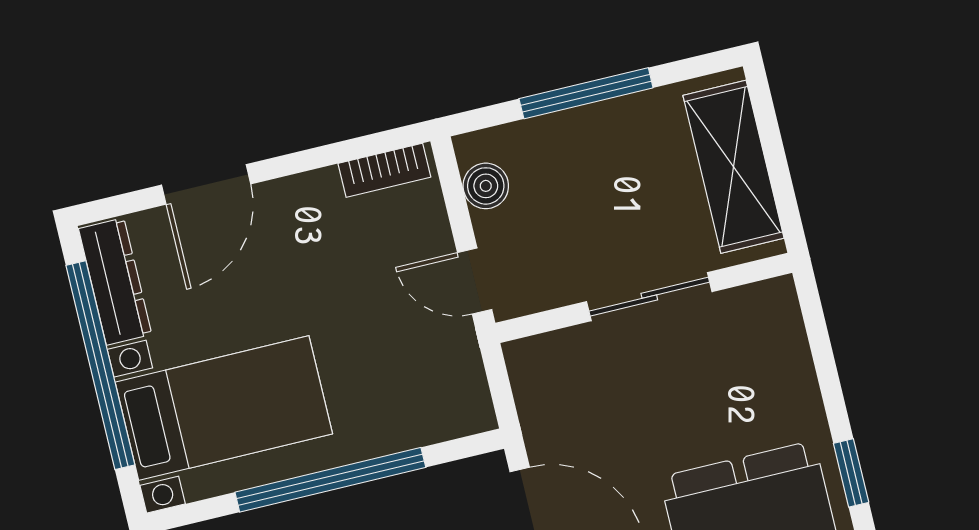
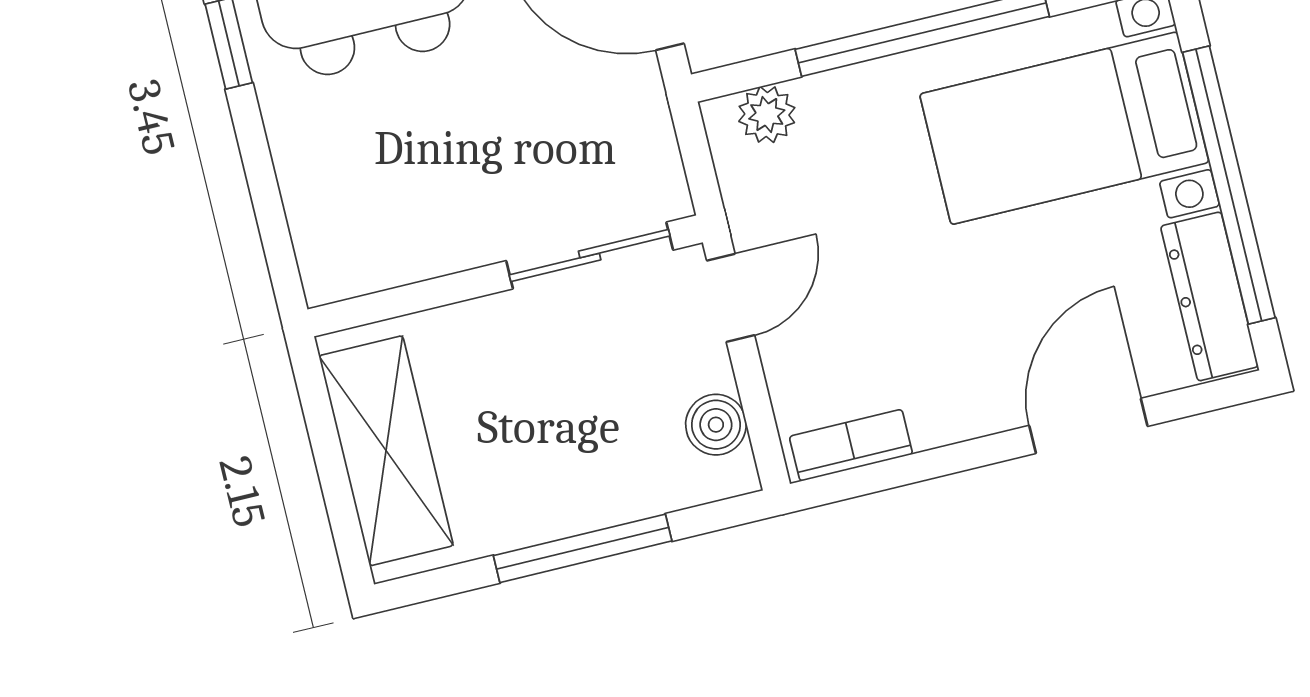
door: (475, 281) -> (731, 298), hinge flipped
sliding door: (649, 297) -> (590, 255), moved
plant: (447, 419) -> (767, 114), added

